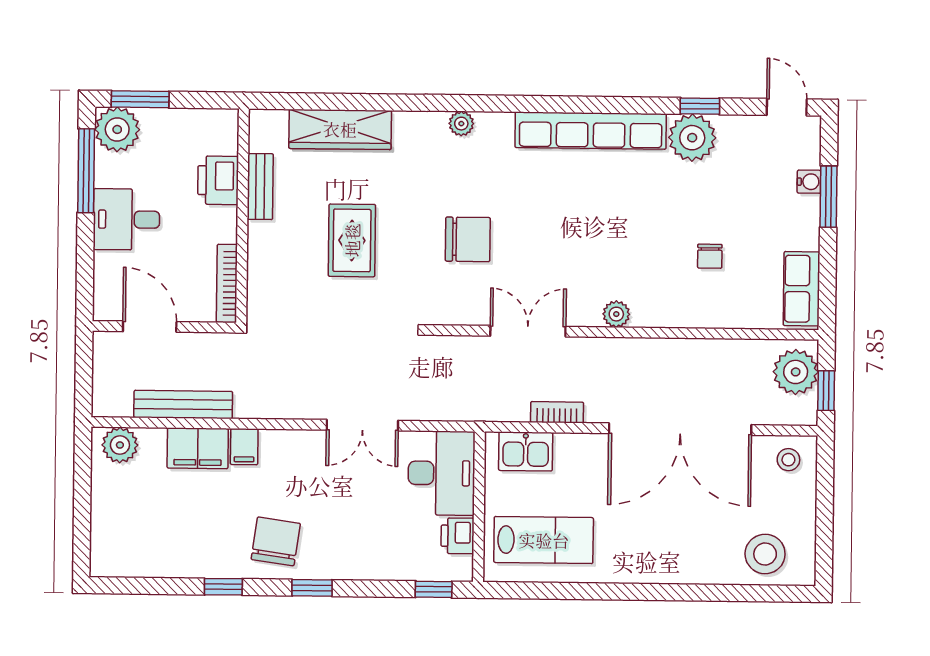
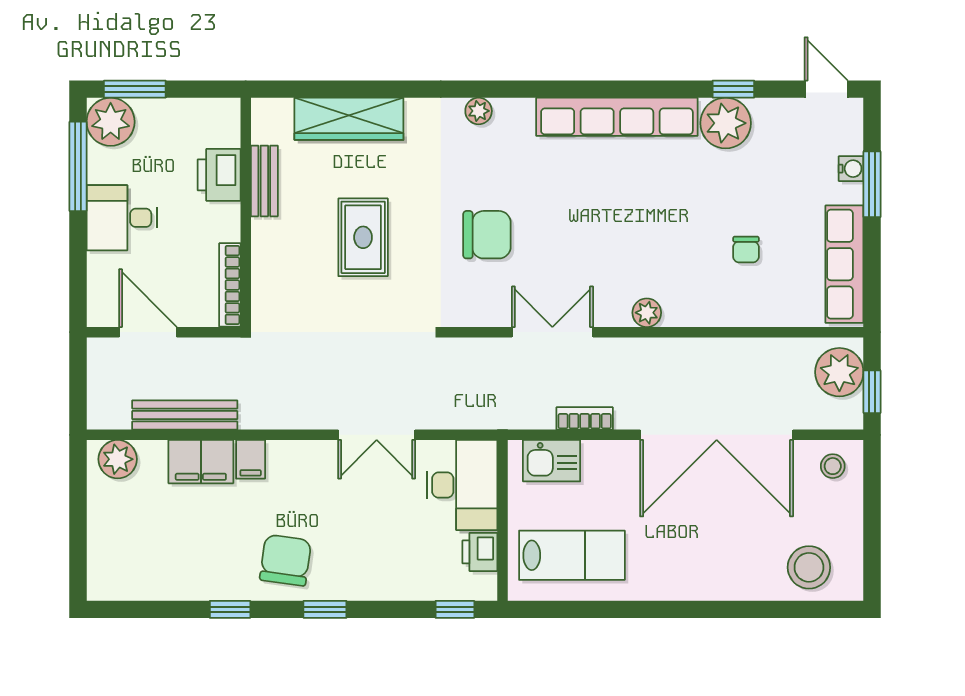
row of seats: (802, 289) -> (844, 264), width x1.48

